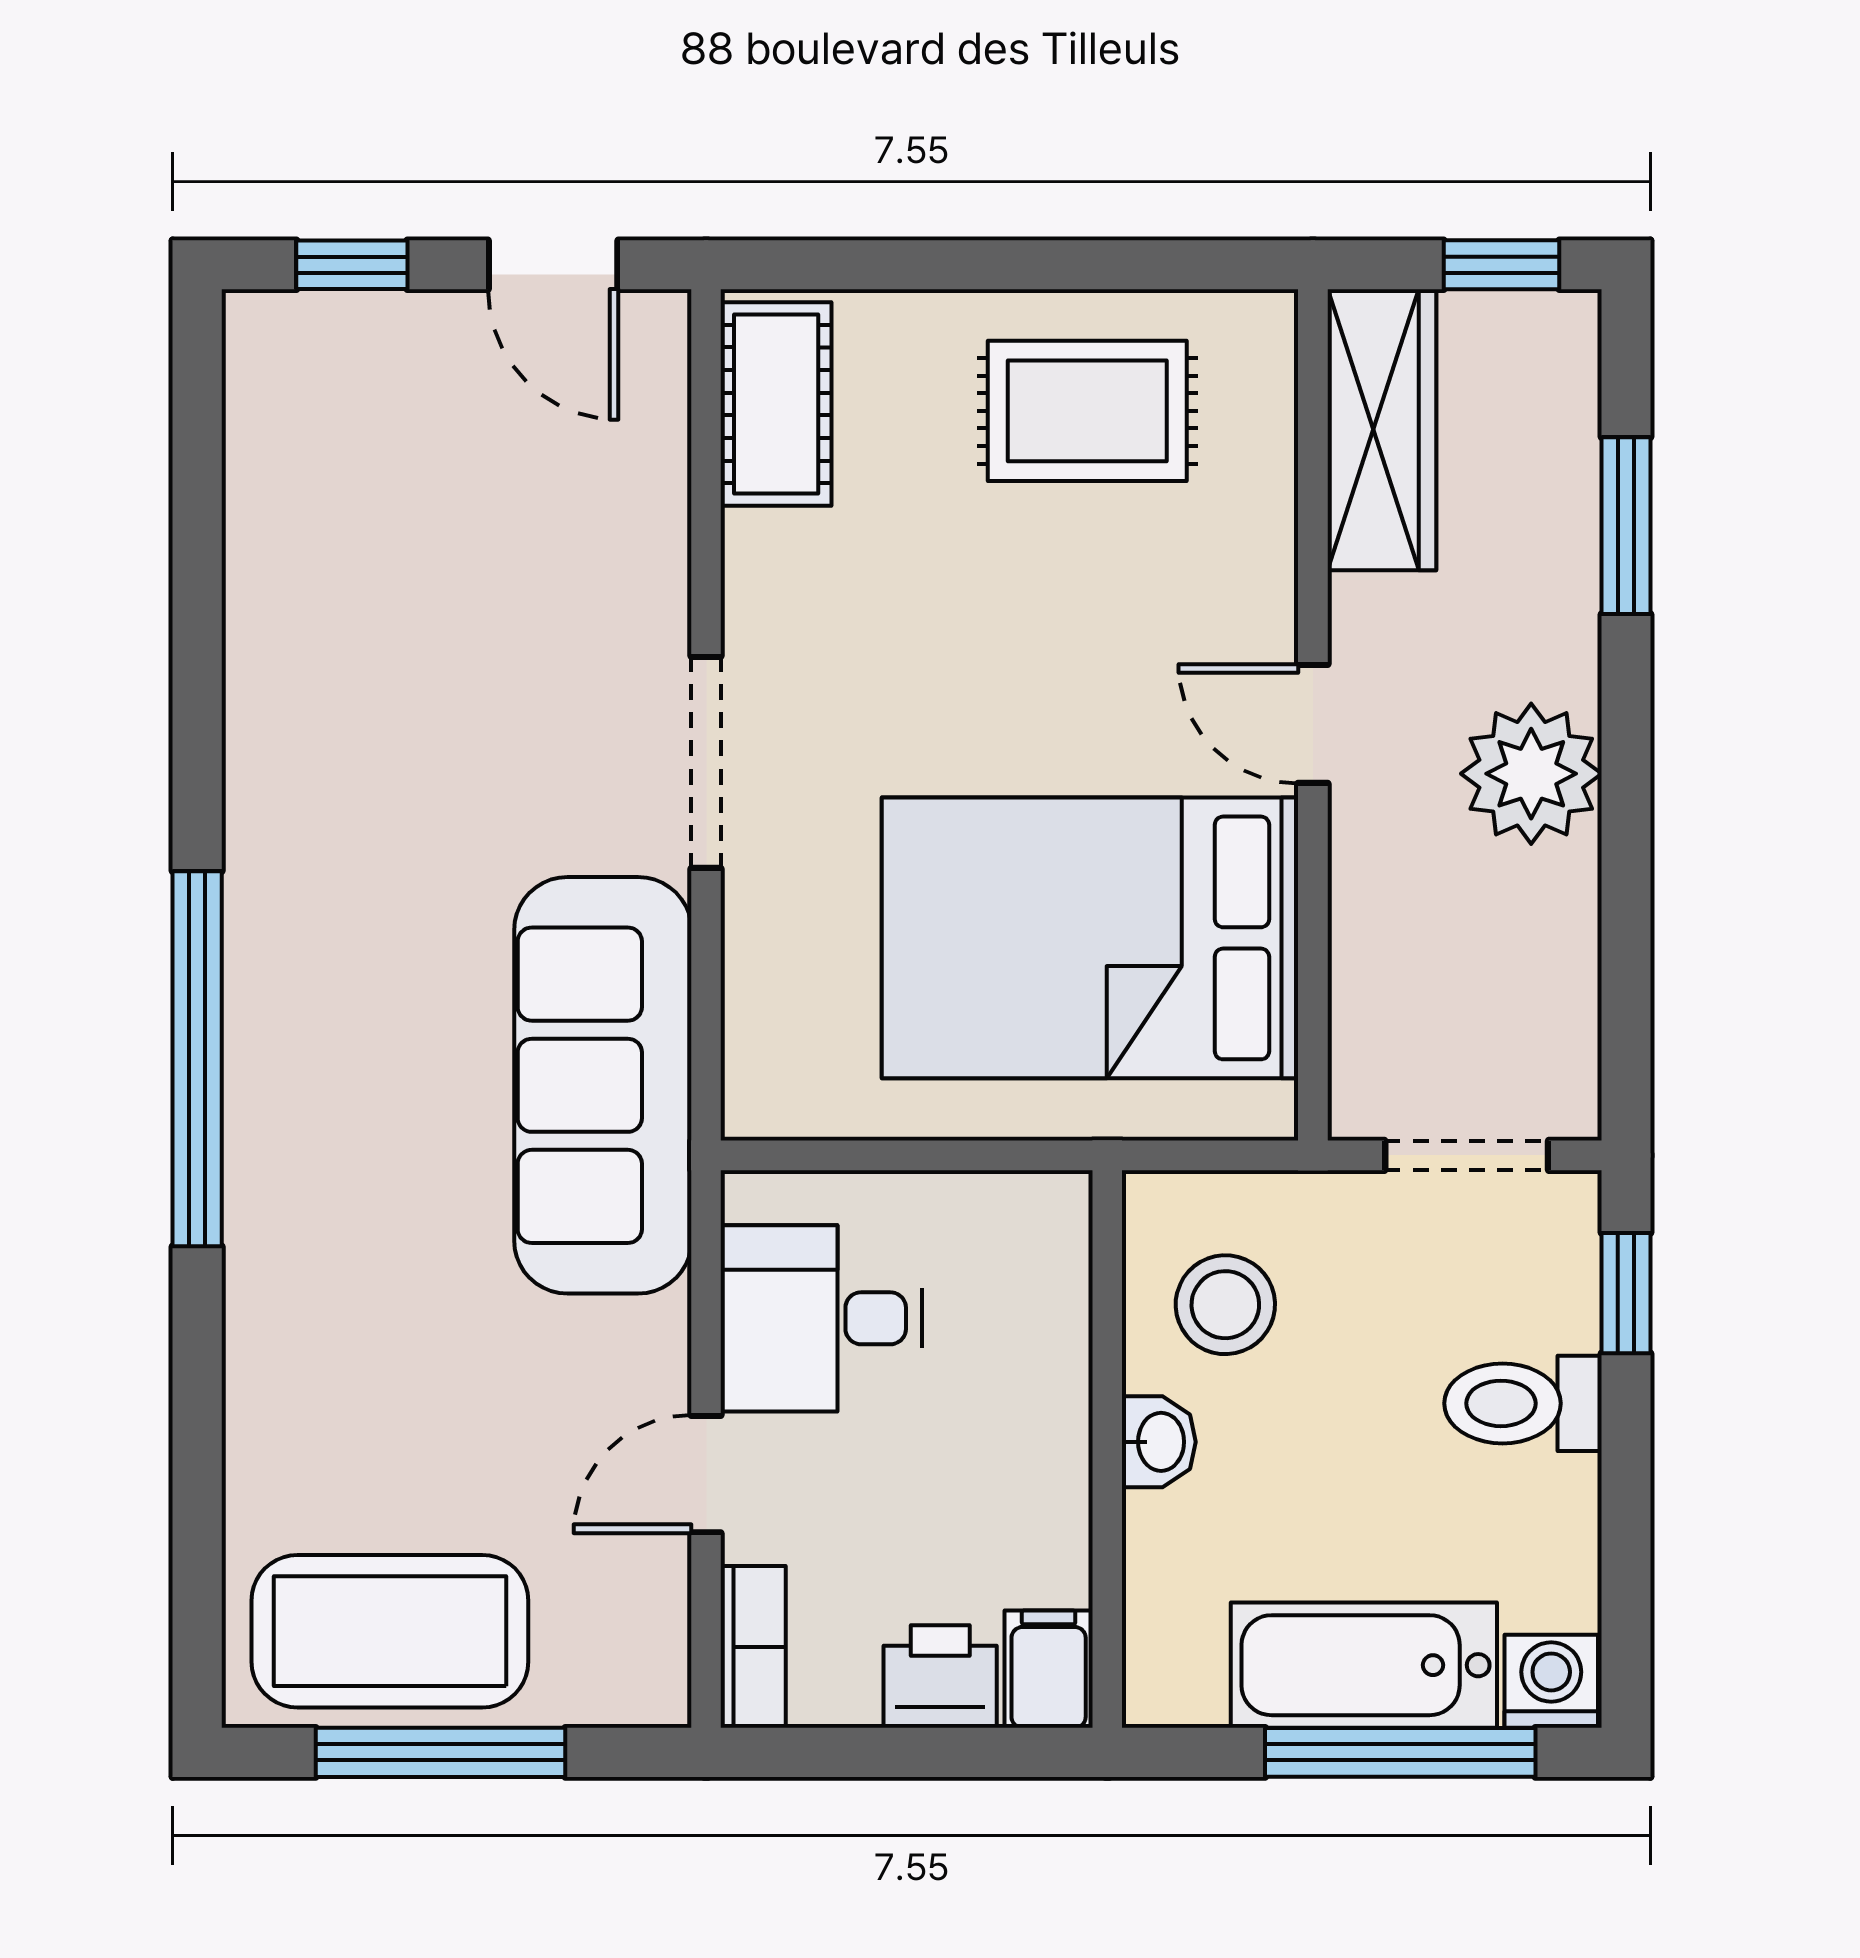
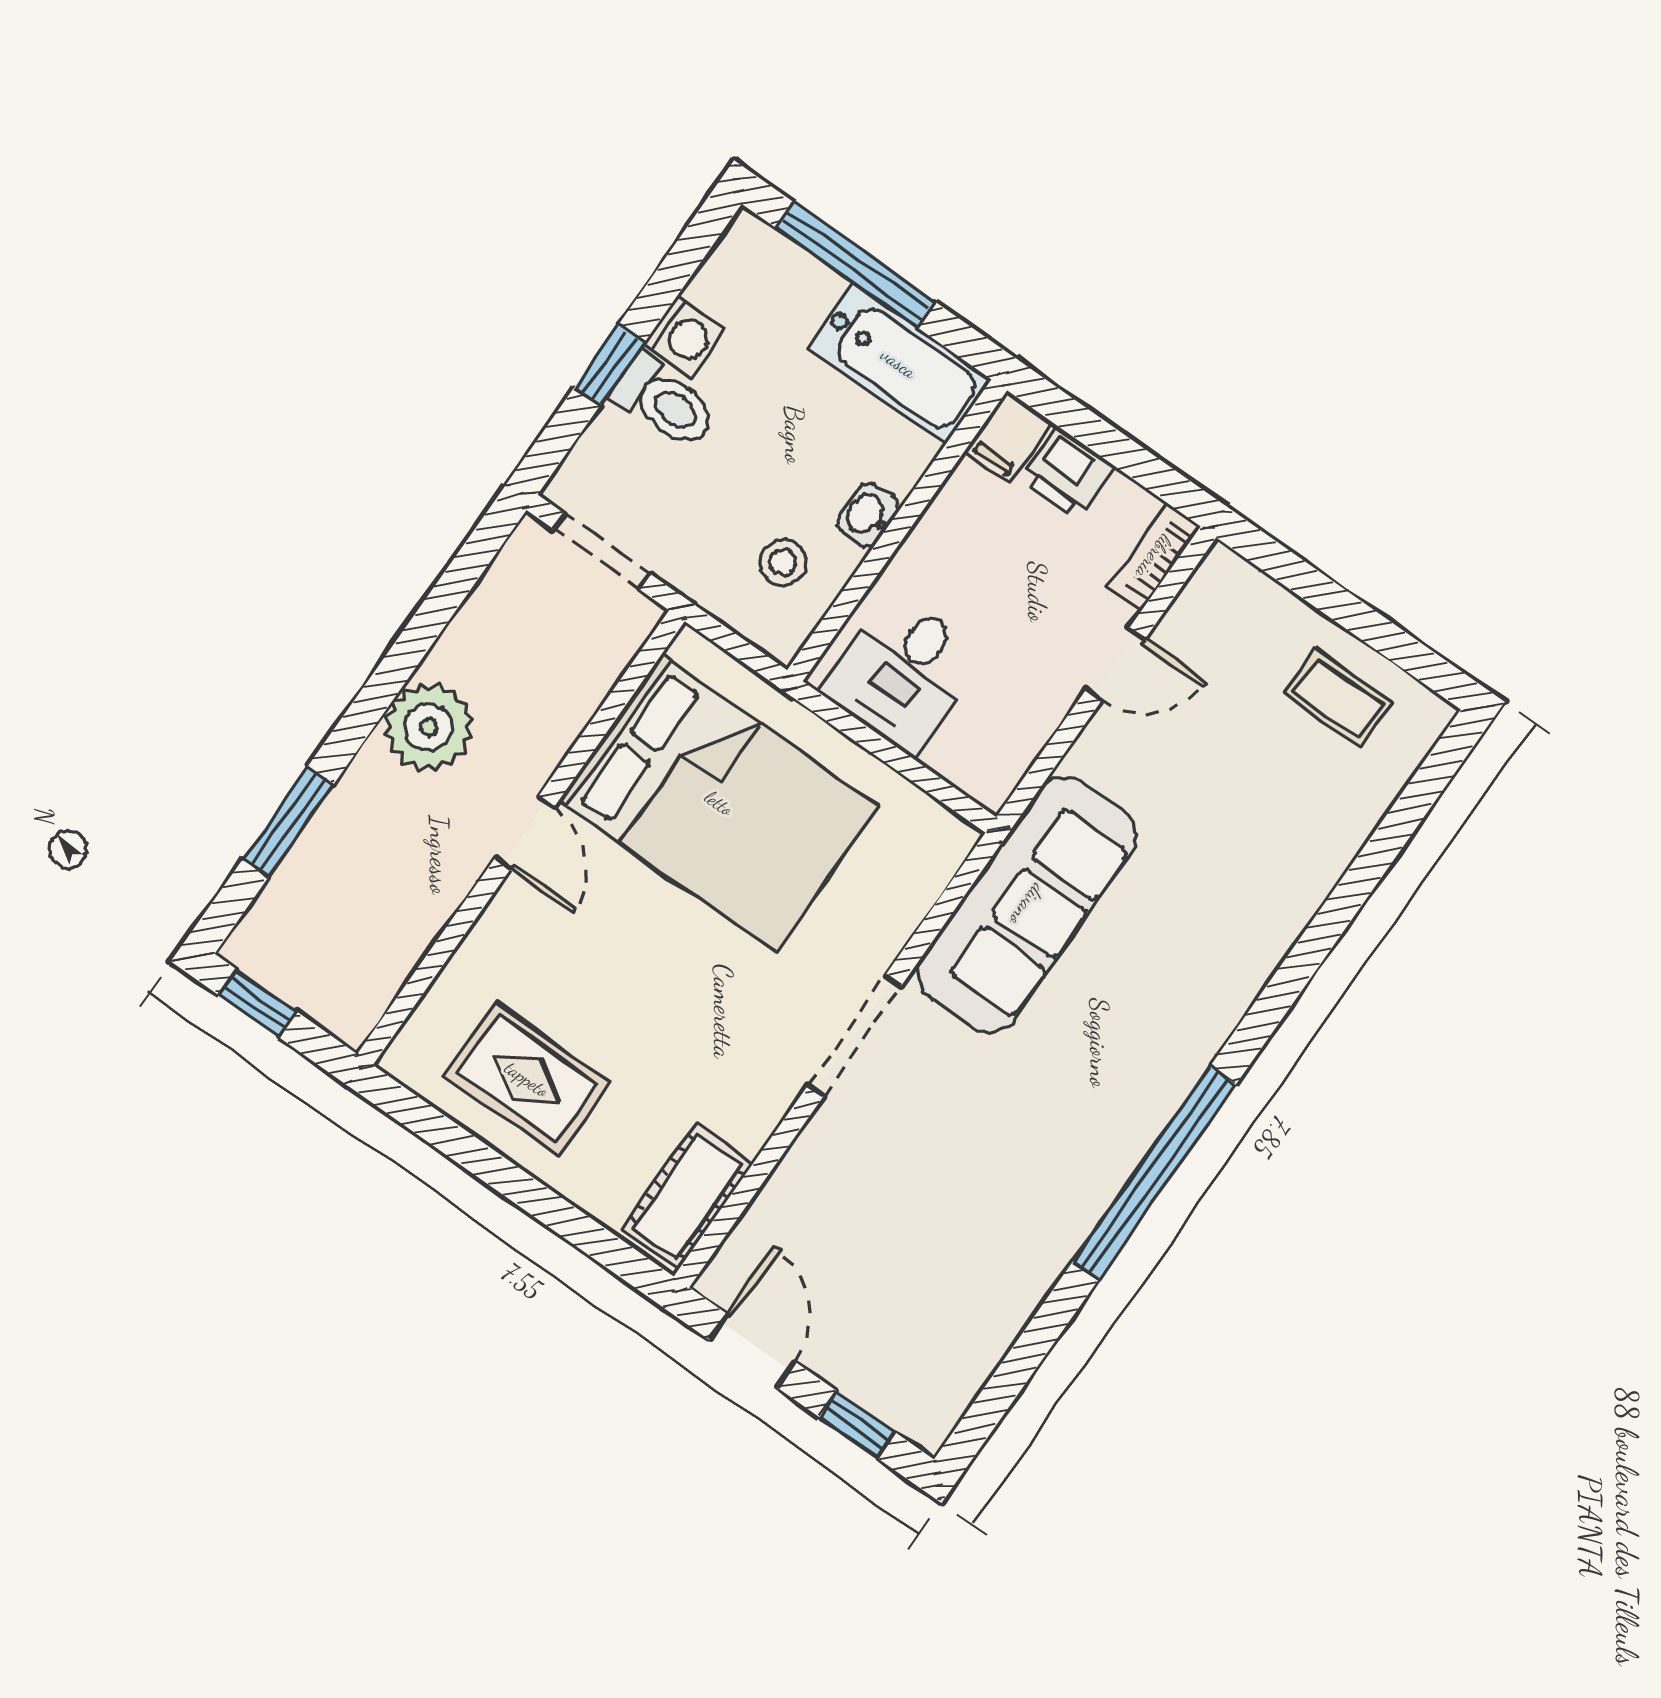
wardrobe: (1382, 430) -> (380, 961), removed
window: (197, 1059) -> (1154, 1173), moved
window: (1626, 1293) -> (609, 365), moved
stool: (1225, 1305) -> (783, 562), width x0.73, depth x0.73
desk: (821, 1318) -> (903, 673), moved, turned 90
coffee table: (390, 1631) -> (1338, 698), width x0.54, depth x0.58
bathtub: (1364, 1665) -> (899, 363), moved
washing machine: (1551, 1681) -> (684, 337), moved, turned -90
window: (440, 1752) -> (1356, 616), removed

